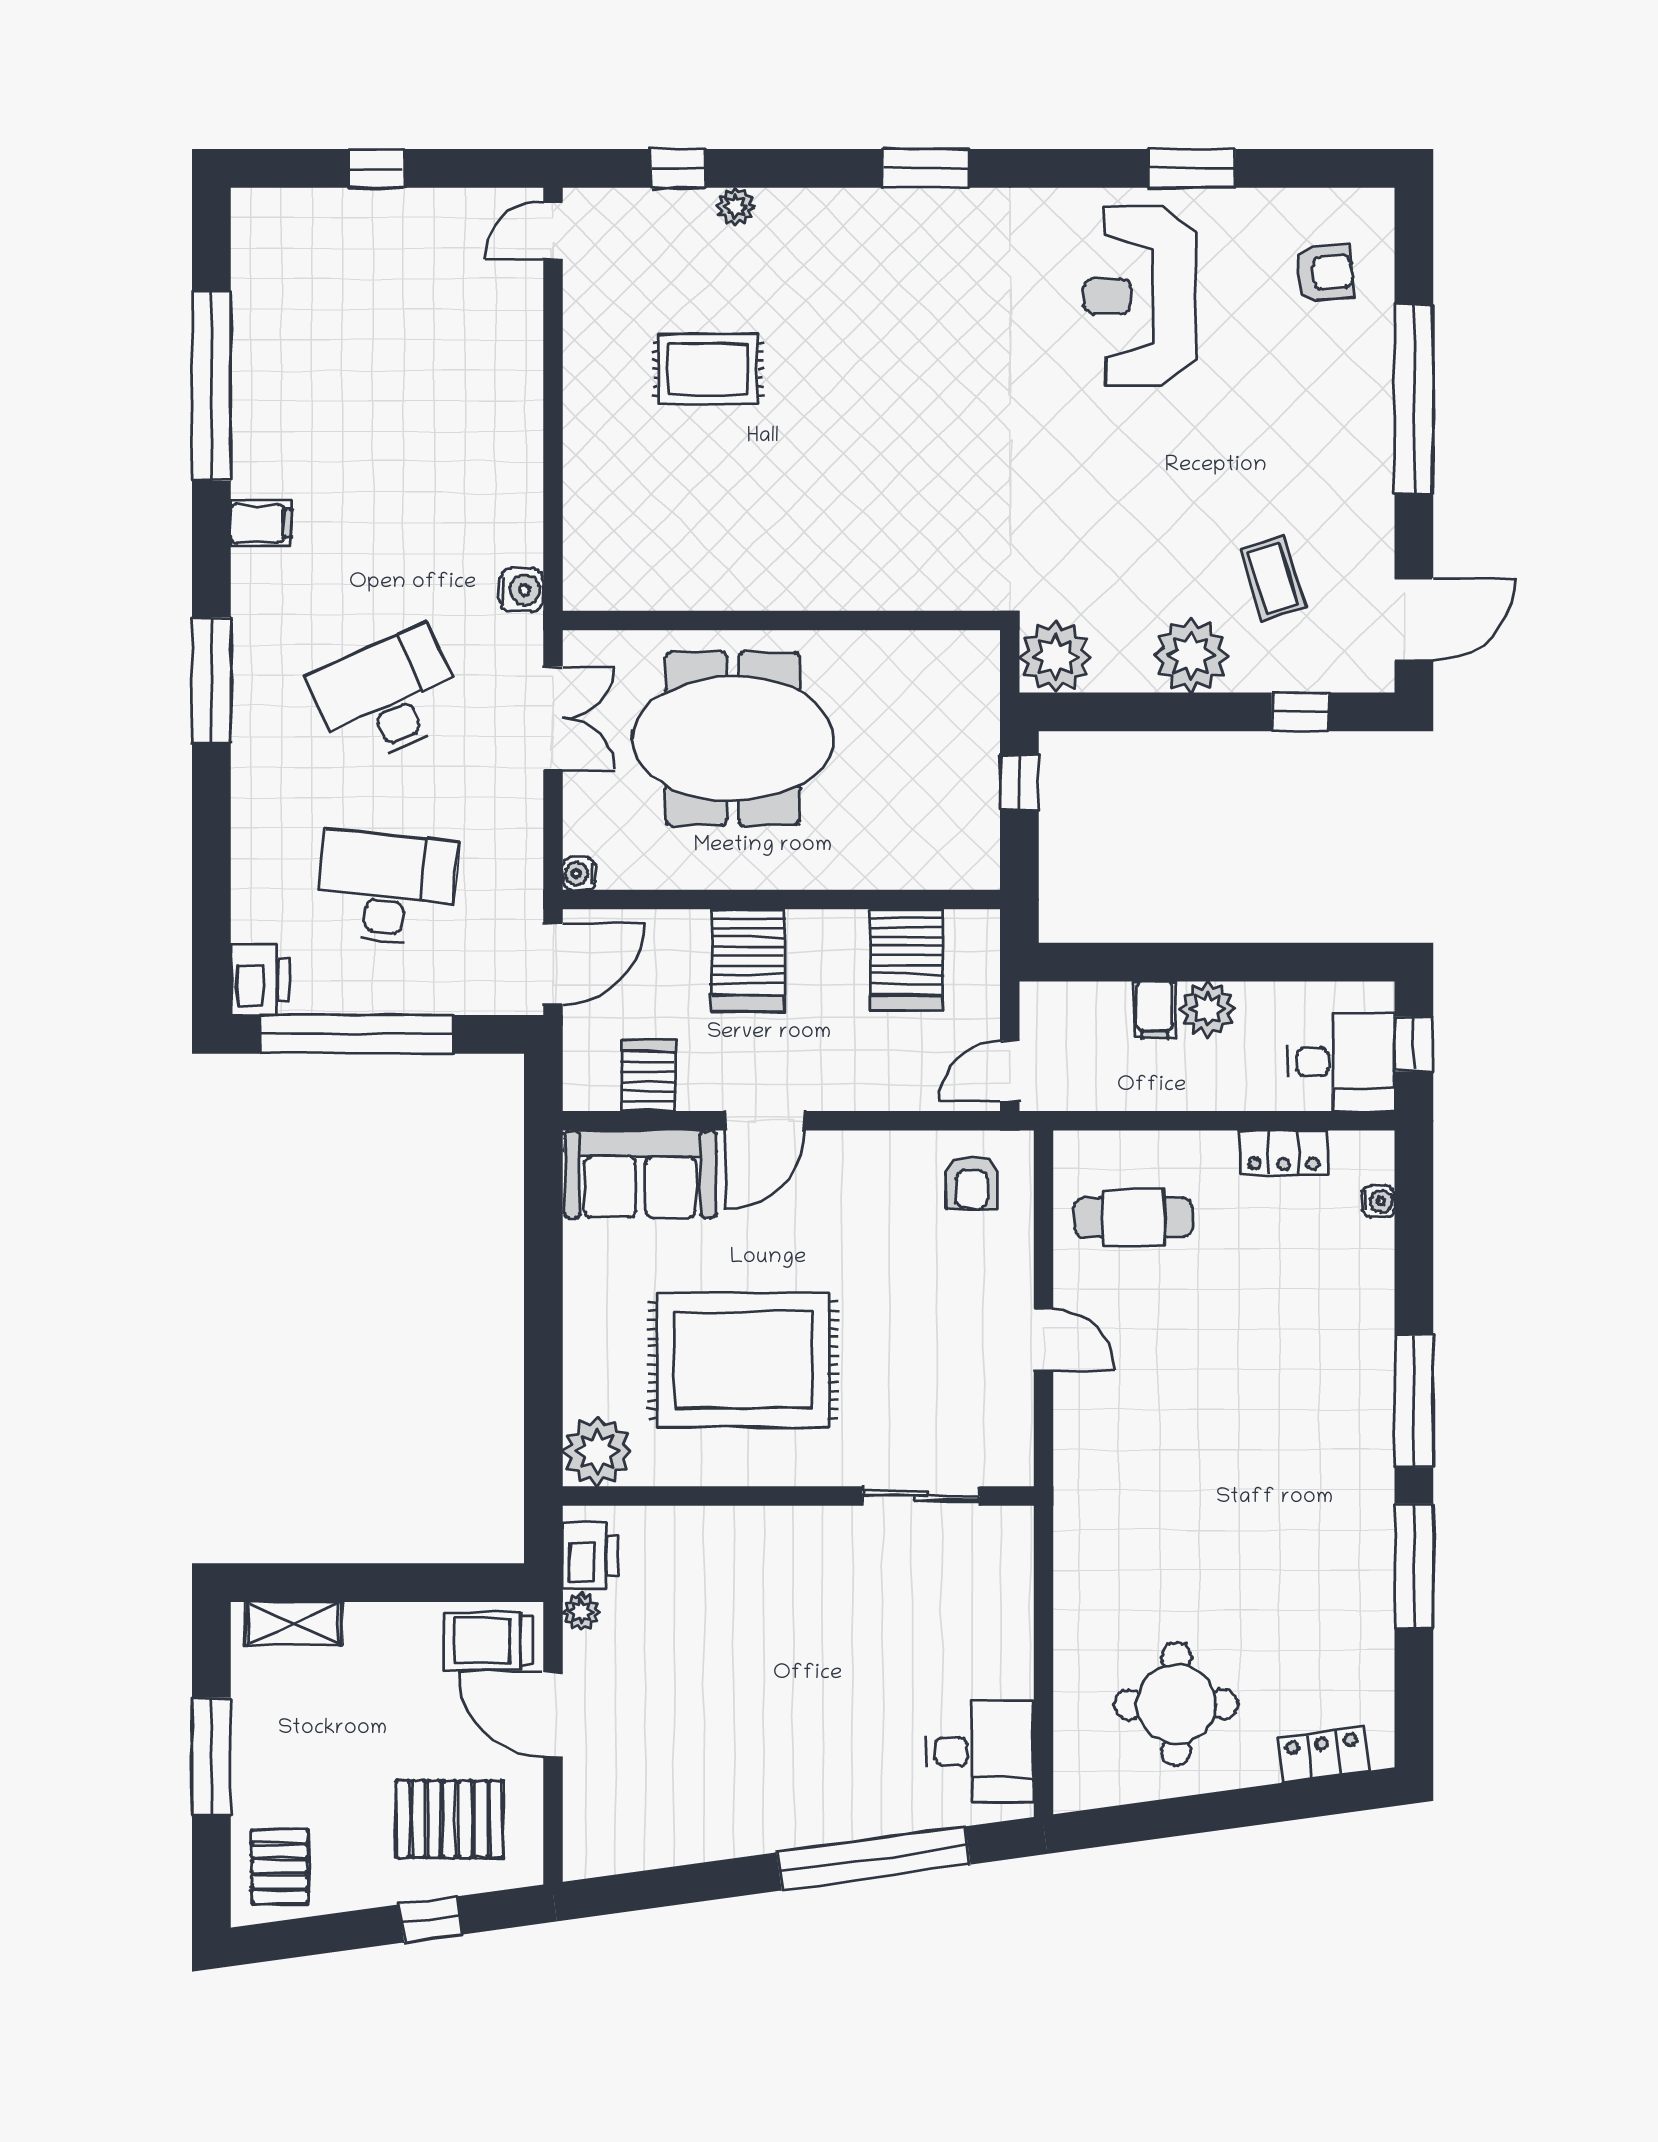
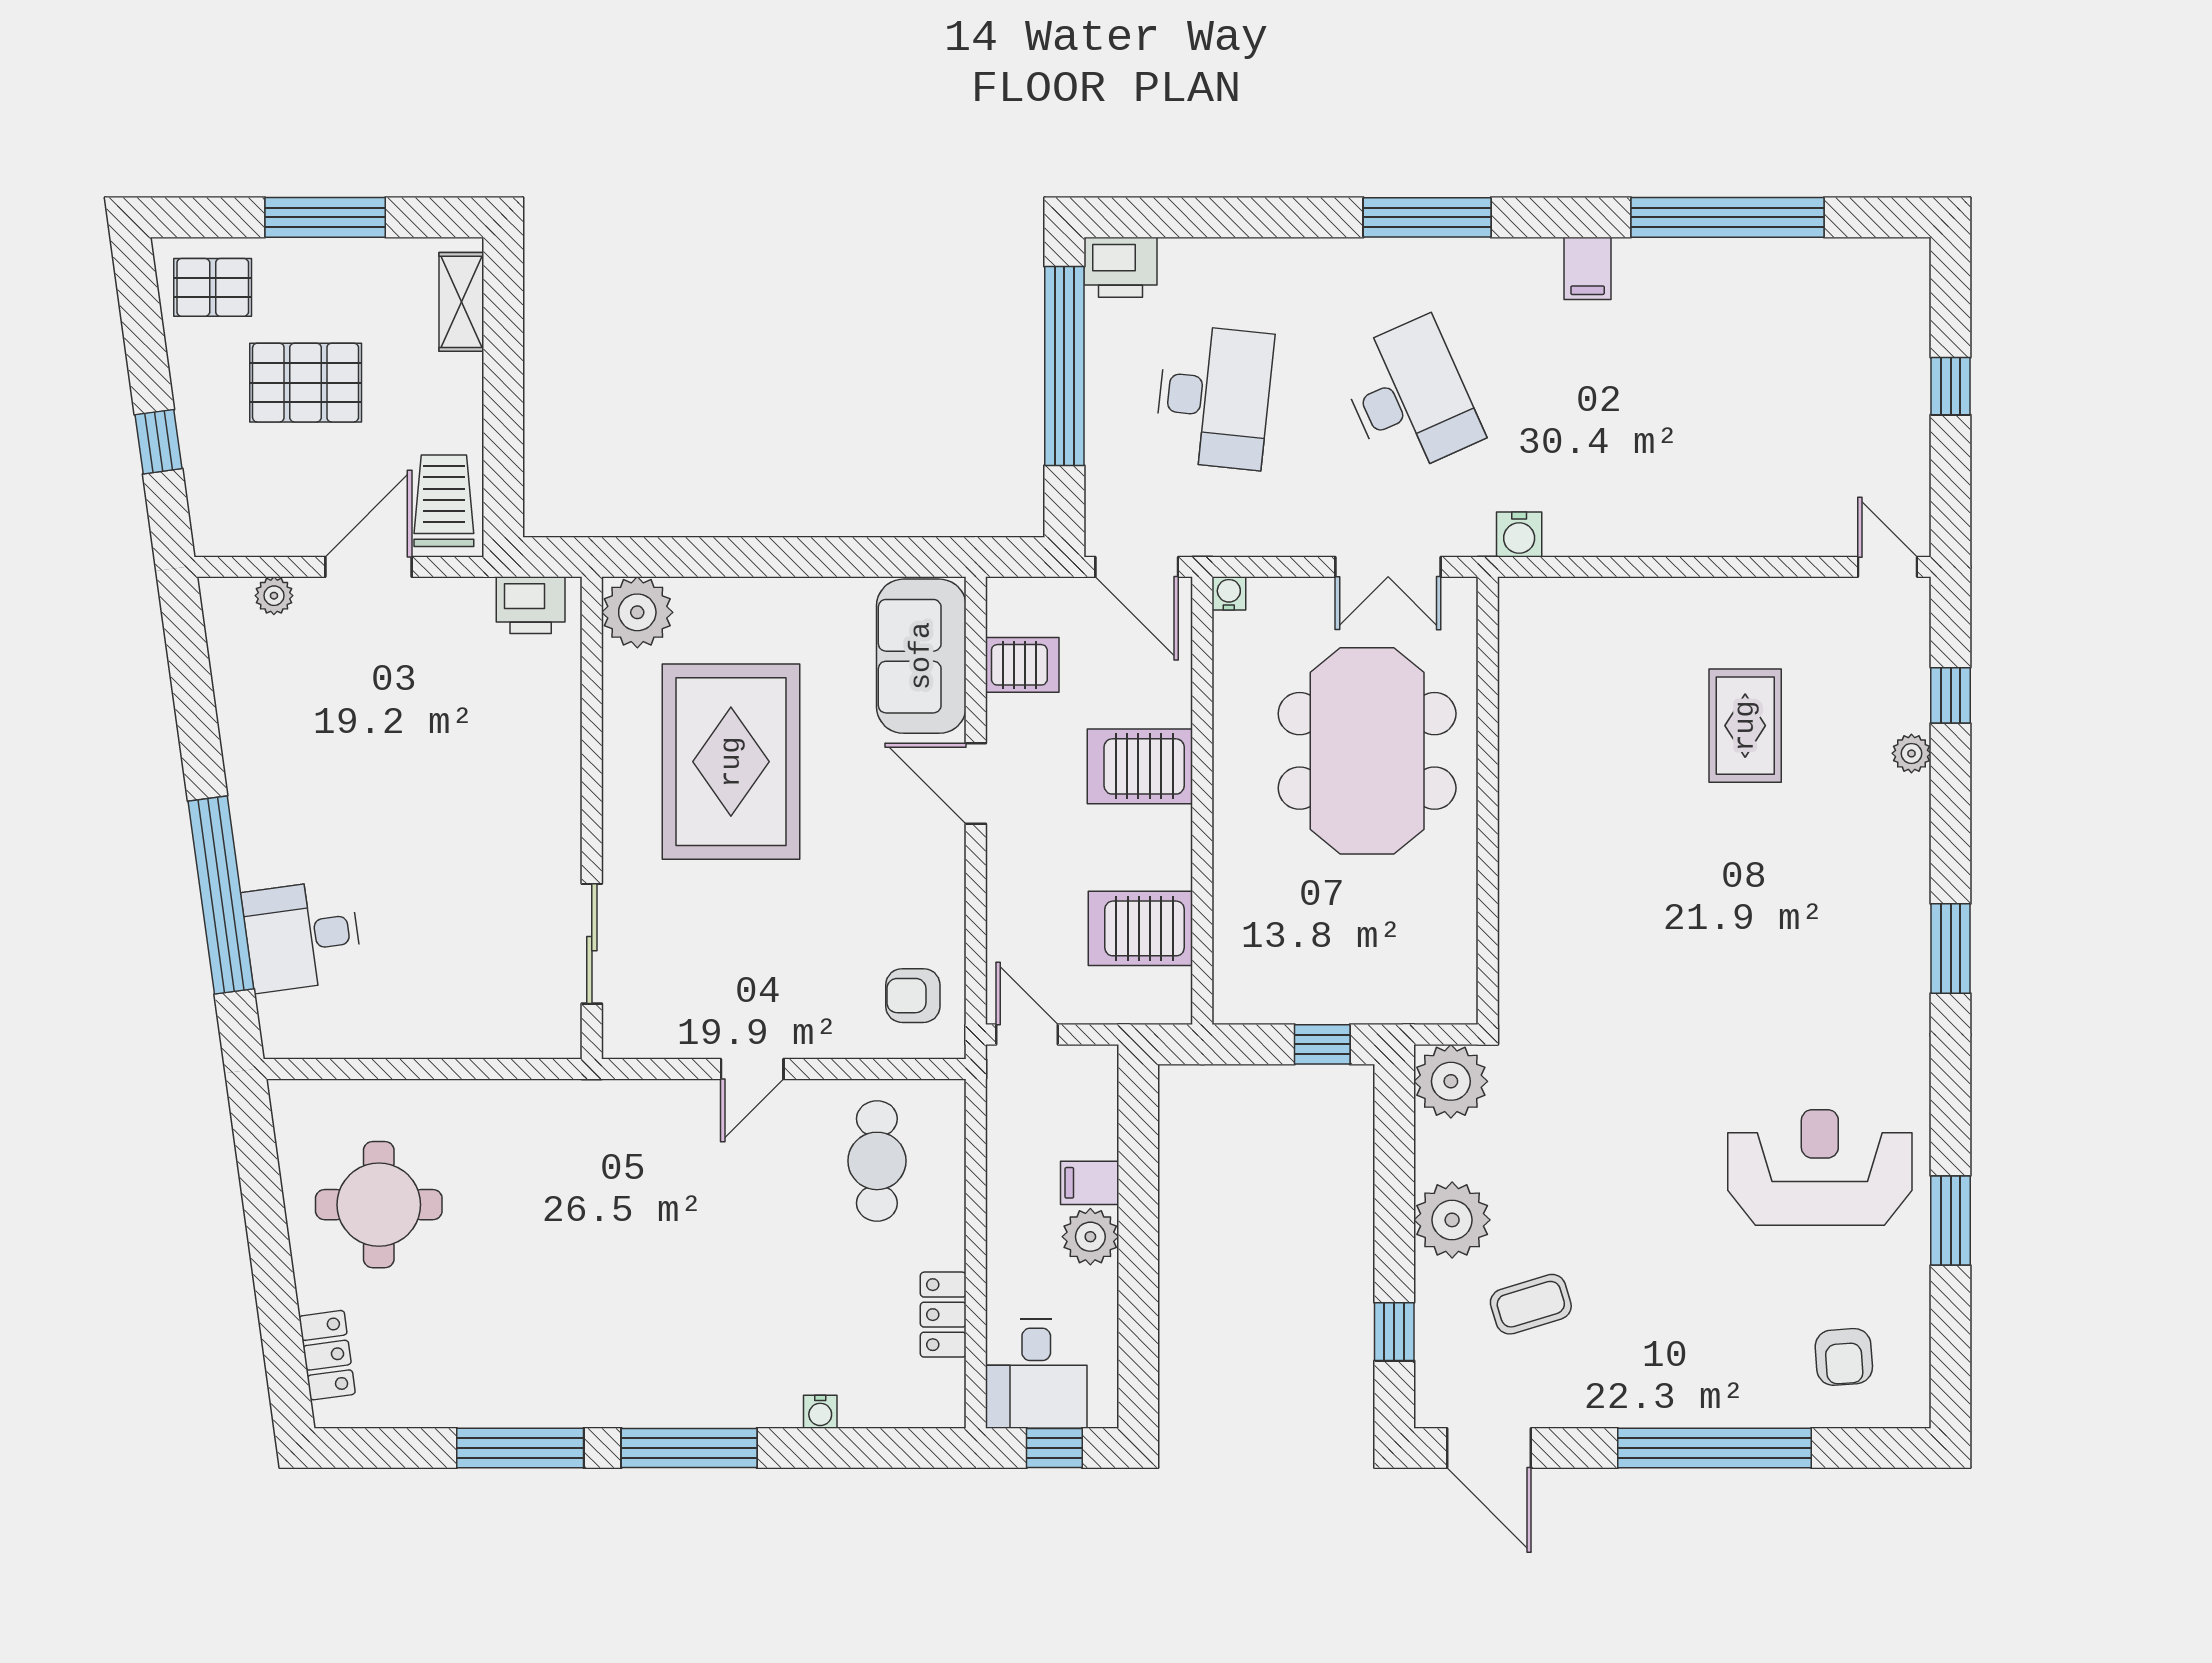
water cooler: (1378, 1201) -> (820, 1412), moved
plant: (581, 1612) -> (274, 596), moved
desk: (980, 1752) -> (302, 936), moved, turned 82
pallet: (450, 1819) -> (306, 383), moved, turned 90

